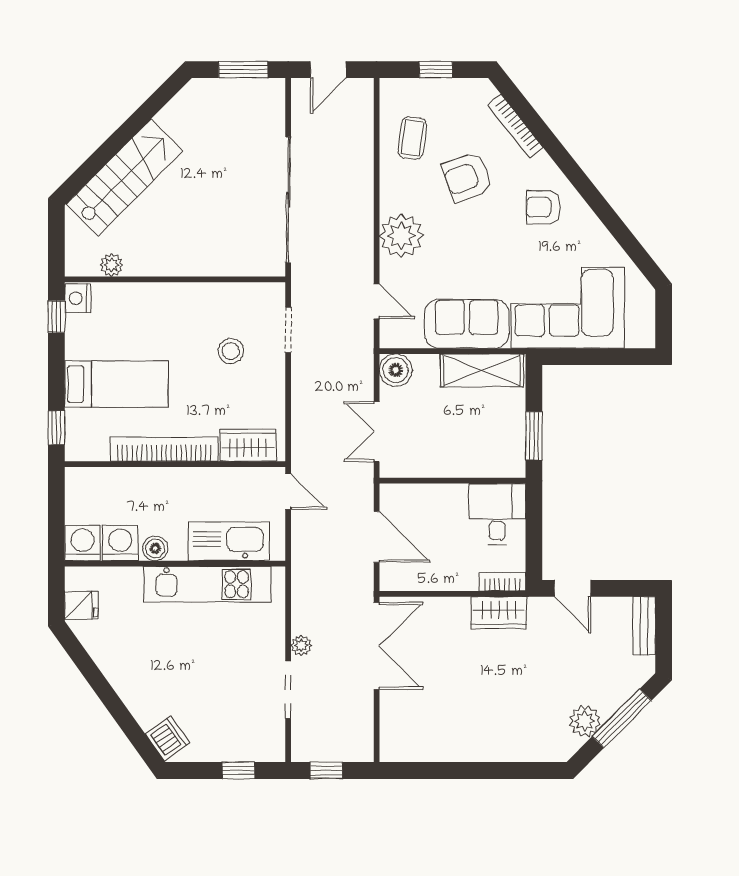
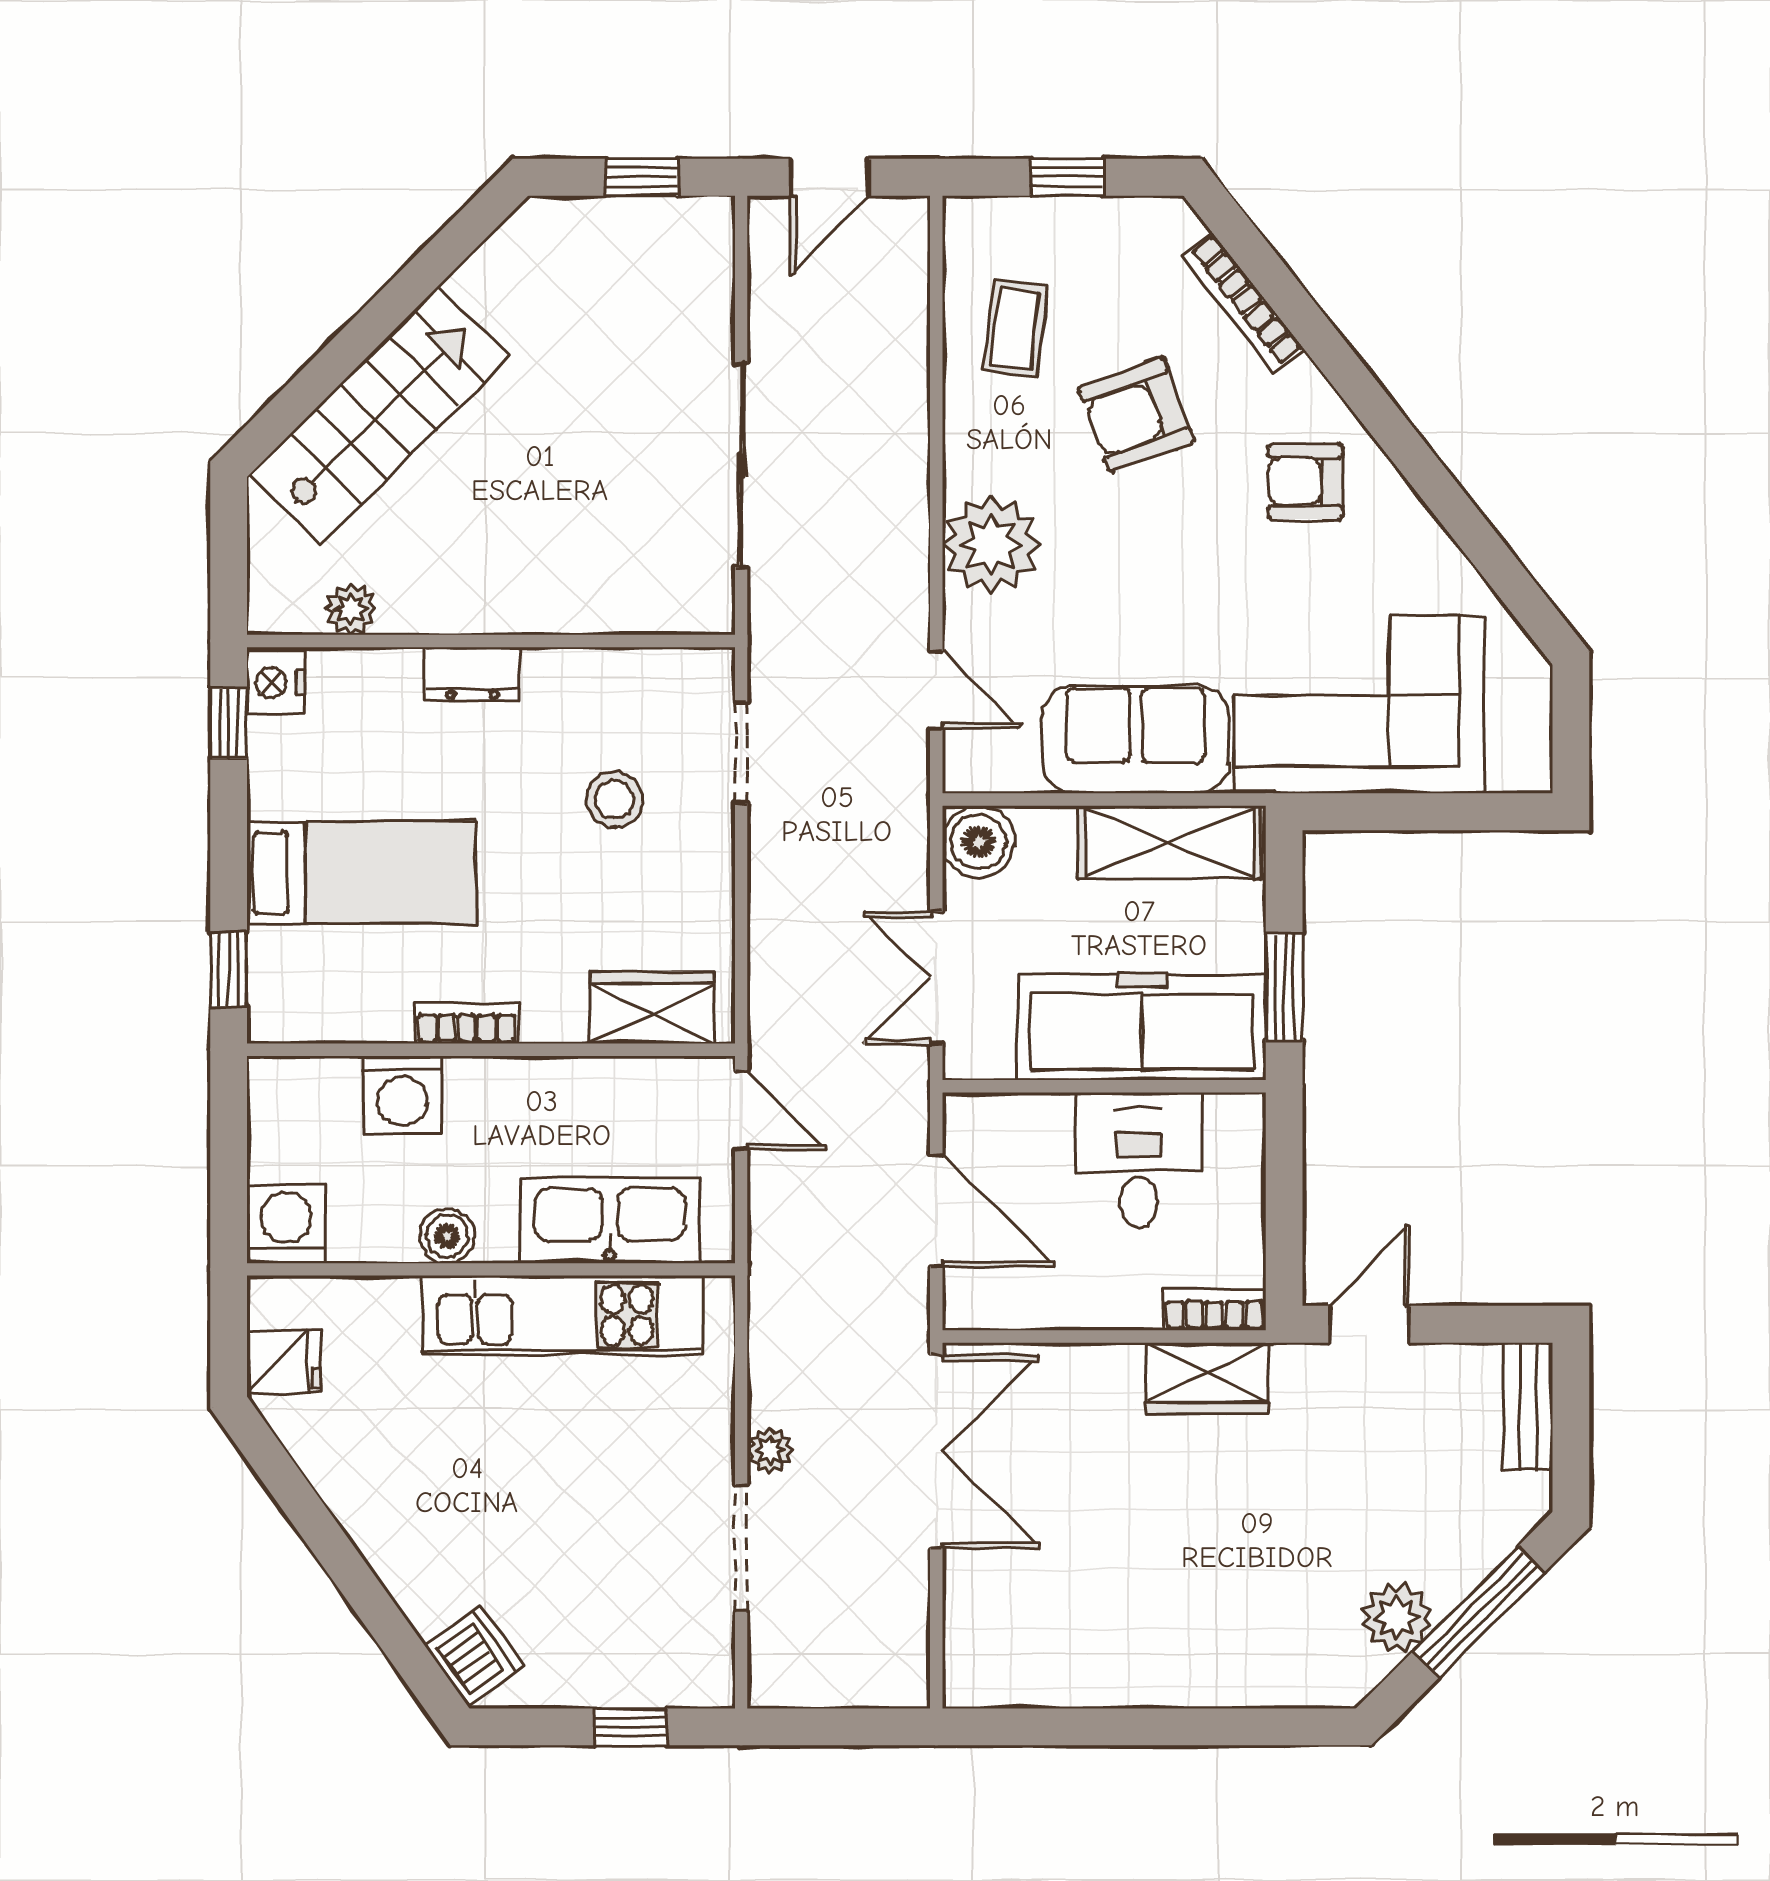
window: (243, 70) -> (642, 177), width x0.67
sliding door: (288, 200) -> (741, 465), width x0.73
dresser: (167, 294) -> (472, 674), added
bookcase: (164, 449) -> (467, 1023), width x0.43, depth x0.76
freezer: (469, 454) -> (1142, 1027), added
desk: (497, 514) -> (1139, 1160), moved
washing machine: (120, 543) -> (402, 1095), moved, turned 180
door: (573, 588) -> (1370, 1324), swing flipped
window: (326, 770) -> (825, 1727), removed

